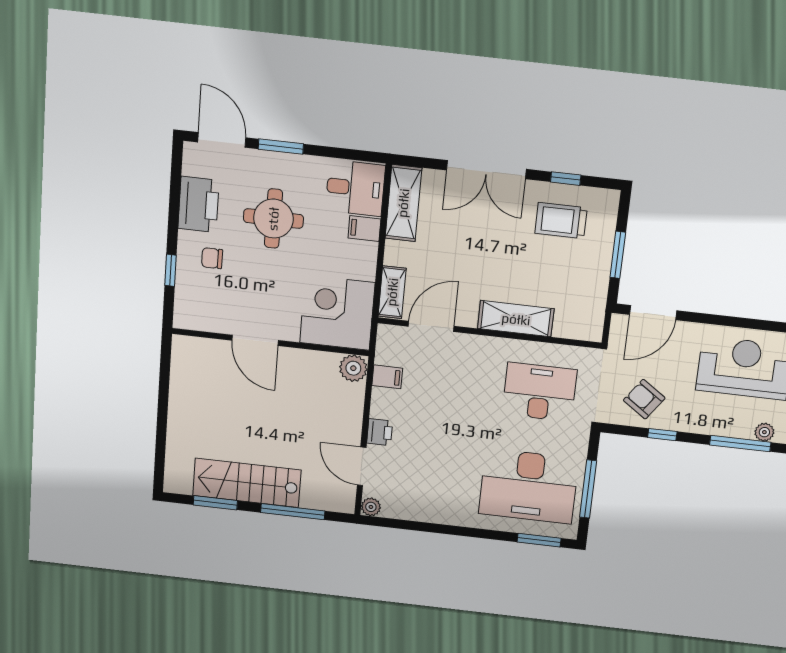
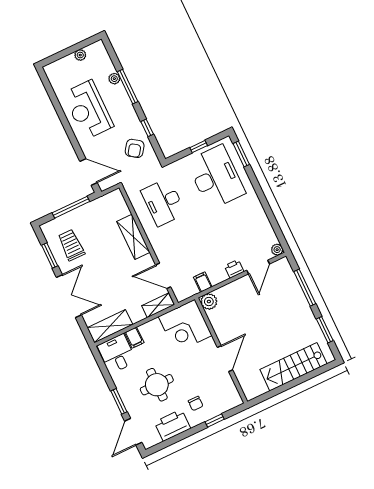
window: (566, 179) -> (50, 255), width x1.50
trolley: (561, 221) -> (71, 245), turned 180
window: (618, 255) -> (71, 207), width x1.44
stairs: (247, 483) -> (293, 367), moved, turned 90
window: (588, 489) -> (199, 147), width x0.46

